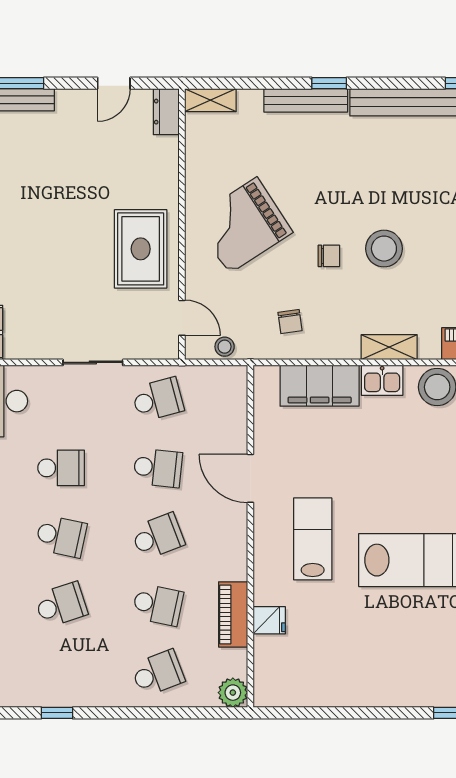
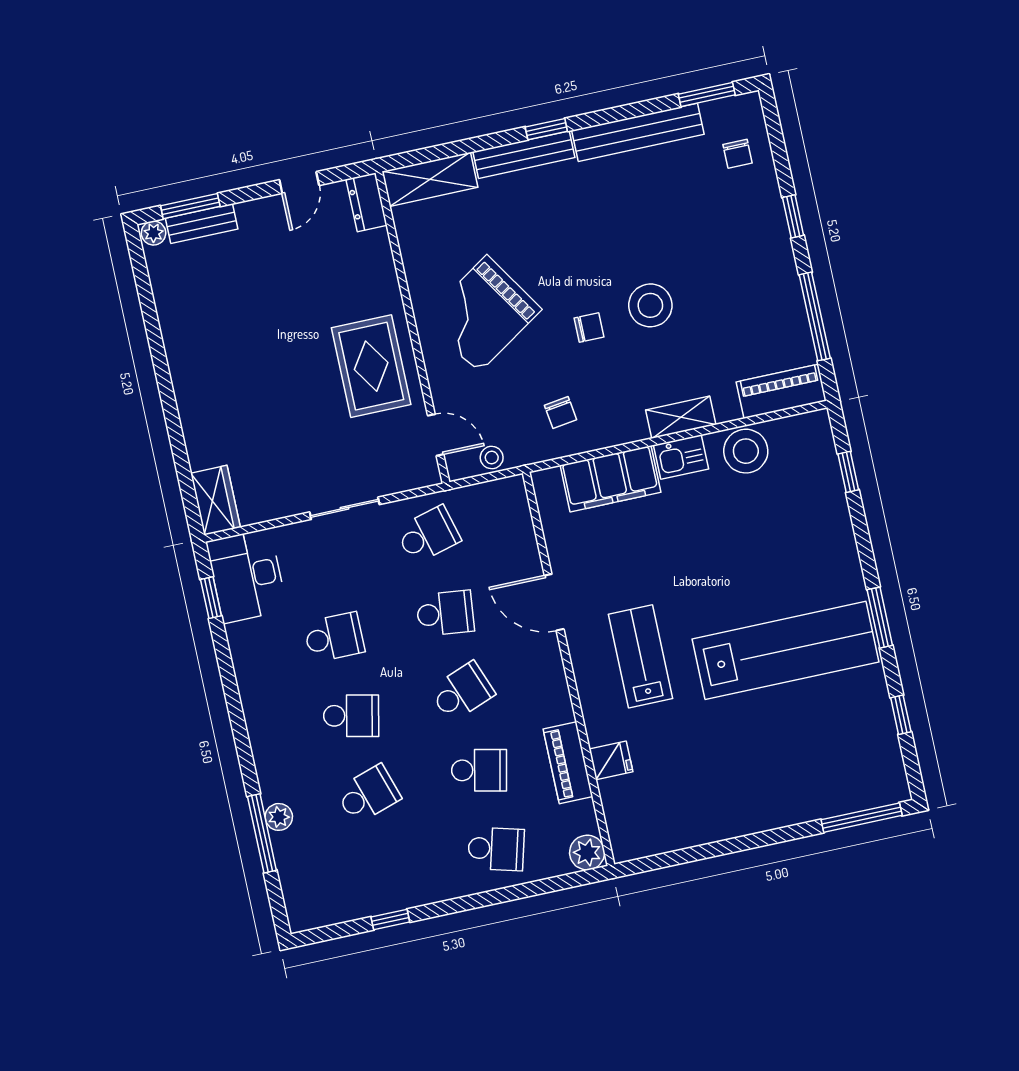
shelving: (210, 100) -> (430, 179), width x1.50, depth x1.33
school desk: (158, 673) -> (496, 849), turned 36

